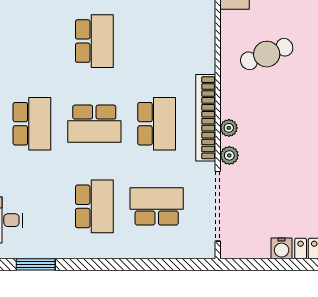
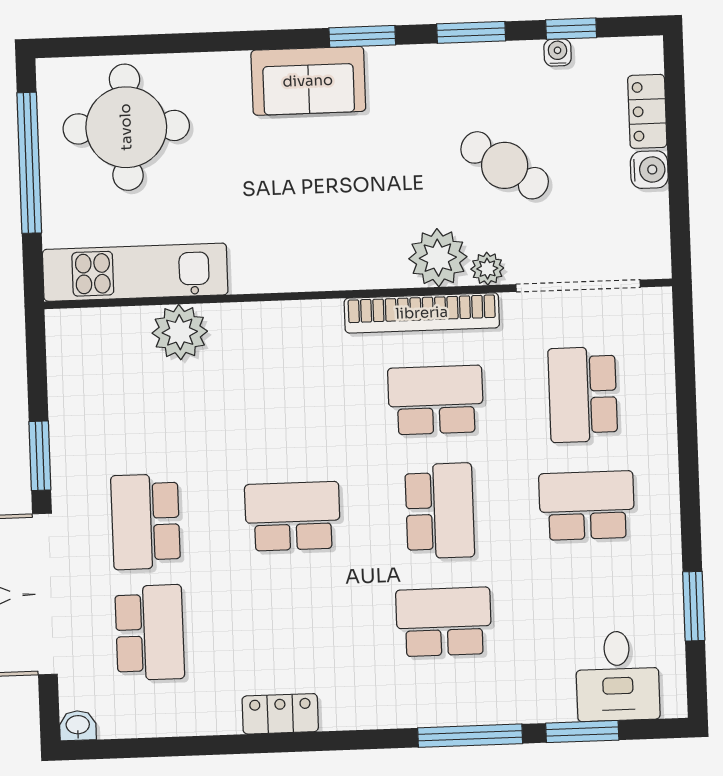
cafe table: (267, 54) -> (505, 165), moved, turned -35
plant: (229, 128) -> (438, 258), width x1.87, depth x1.87

